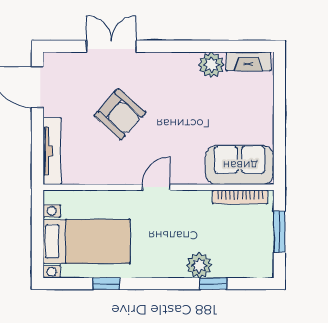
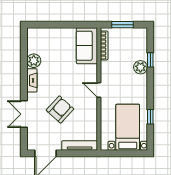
fireplace: (248, 61) -> (32, 80), moved

